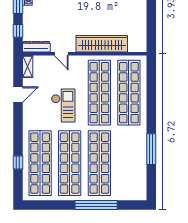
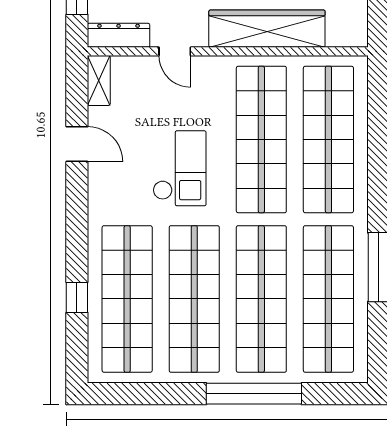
door: (18, 95) -> (77, 144), hinge flipped
shop shelf: (129, 163) -> (328, 299), added

